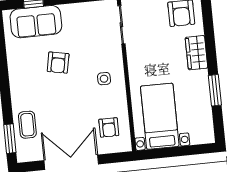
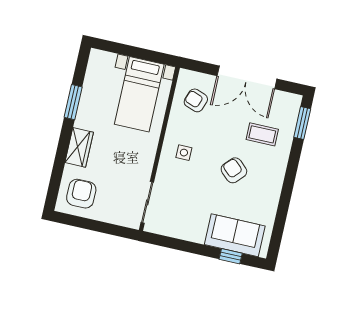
armchair: (58, 63) -> (234, 170), moved, turned -58
coffee table: (27, 125) -> (262, 134), moved, turned 90
armchair: (109, 127) -> (196, 100), turned -70

